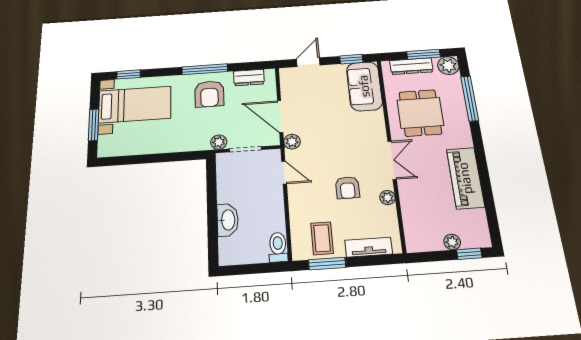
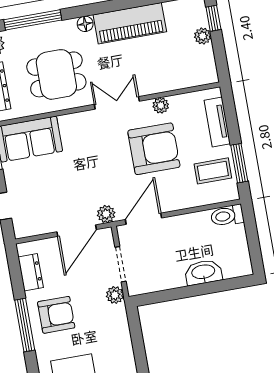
floor lamp: (465, 140) -> (85, 24), added
door: (284, 173) -> (143, 219), width x1.38
armchair: (347, 188) -> (154, 149), width x1.88, depth x1.88

